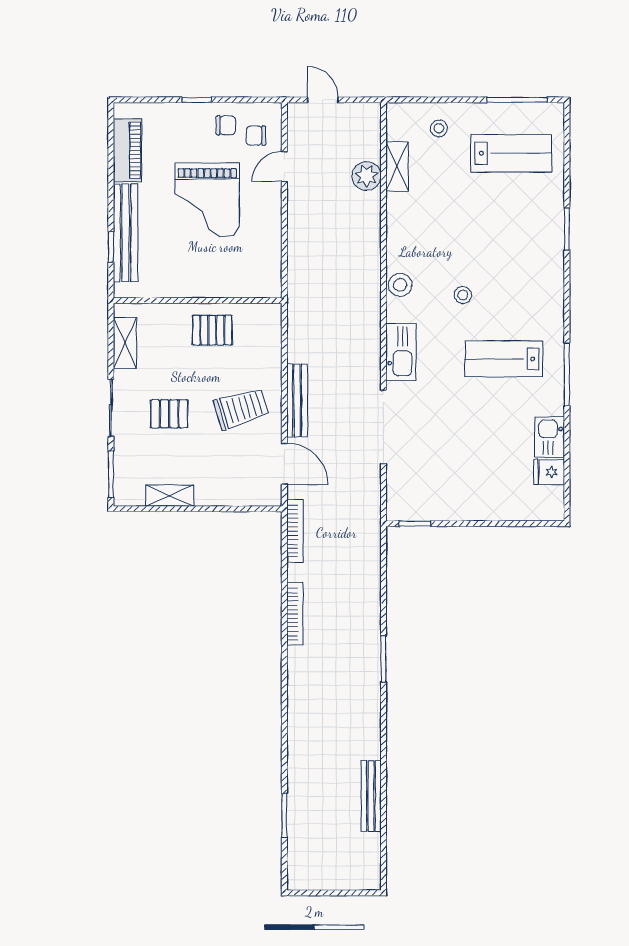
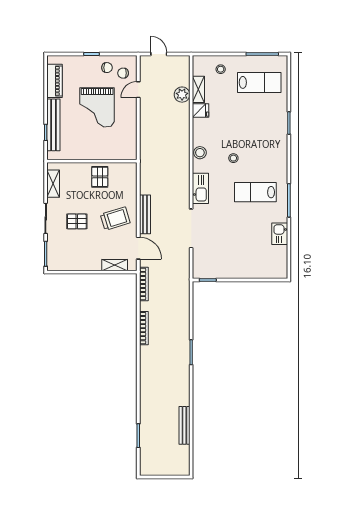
pallet: (212, 330) -> (100, 177), turned 90
fridge: (549, 472) -> (201, 111), moved, turned 180
shelving: (170, 496) -> (115, 265), moved

